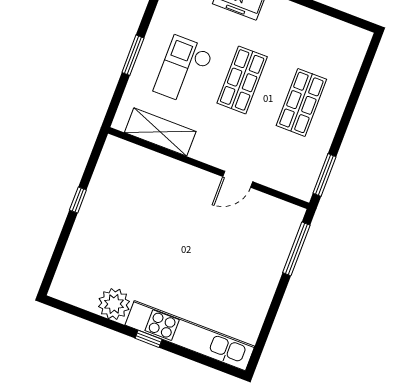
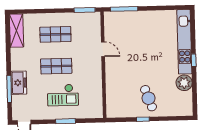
shelving: (160, 132) -> (16, 31), moved
cafe table: (112, 226) -> (149, 98), added

